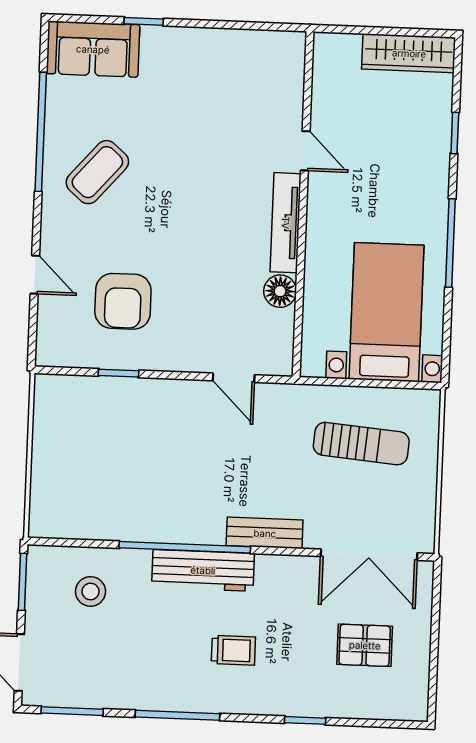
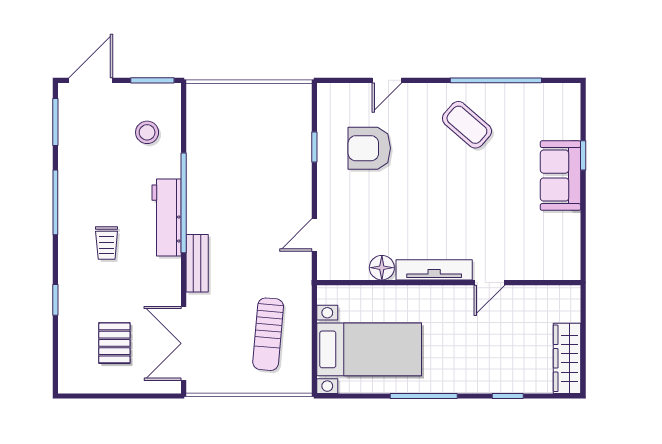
sofa: (93, 49) -> (561, 176), moved

